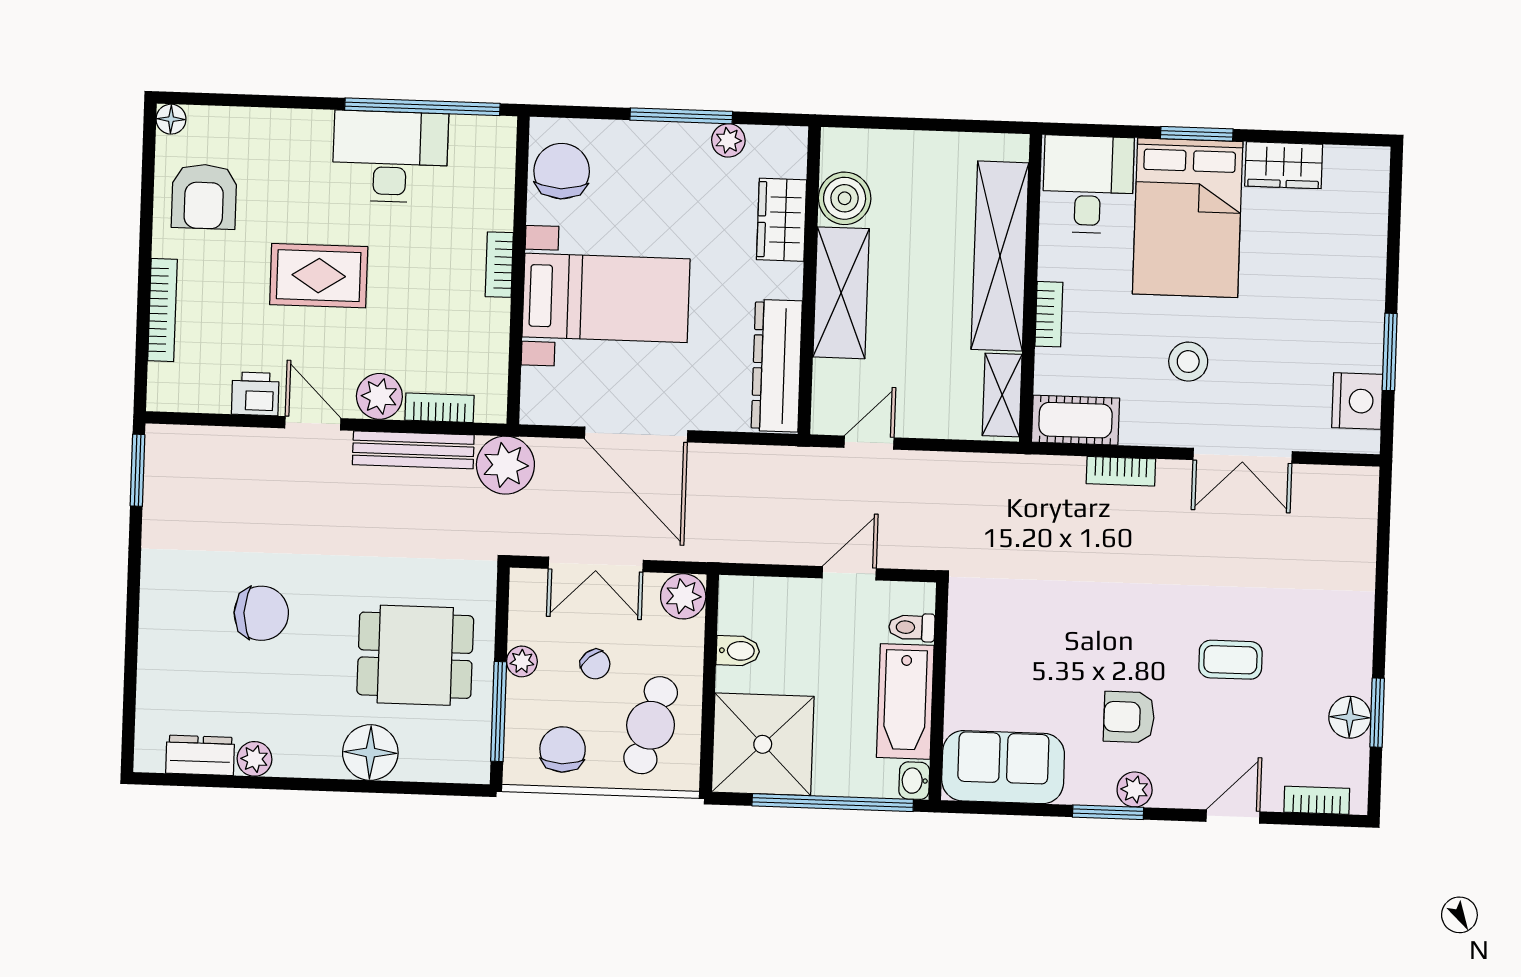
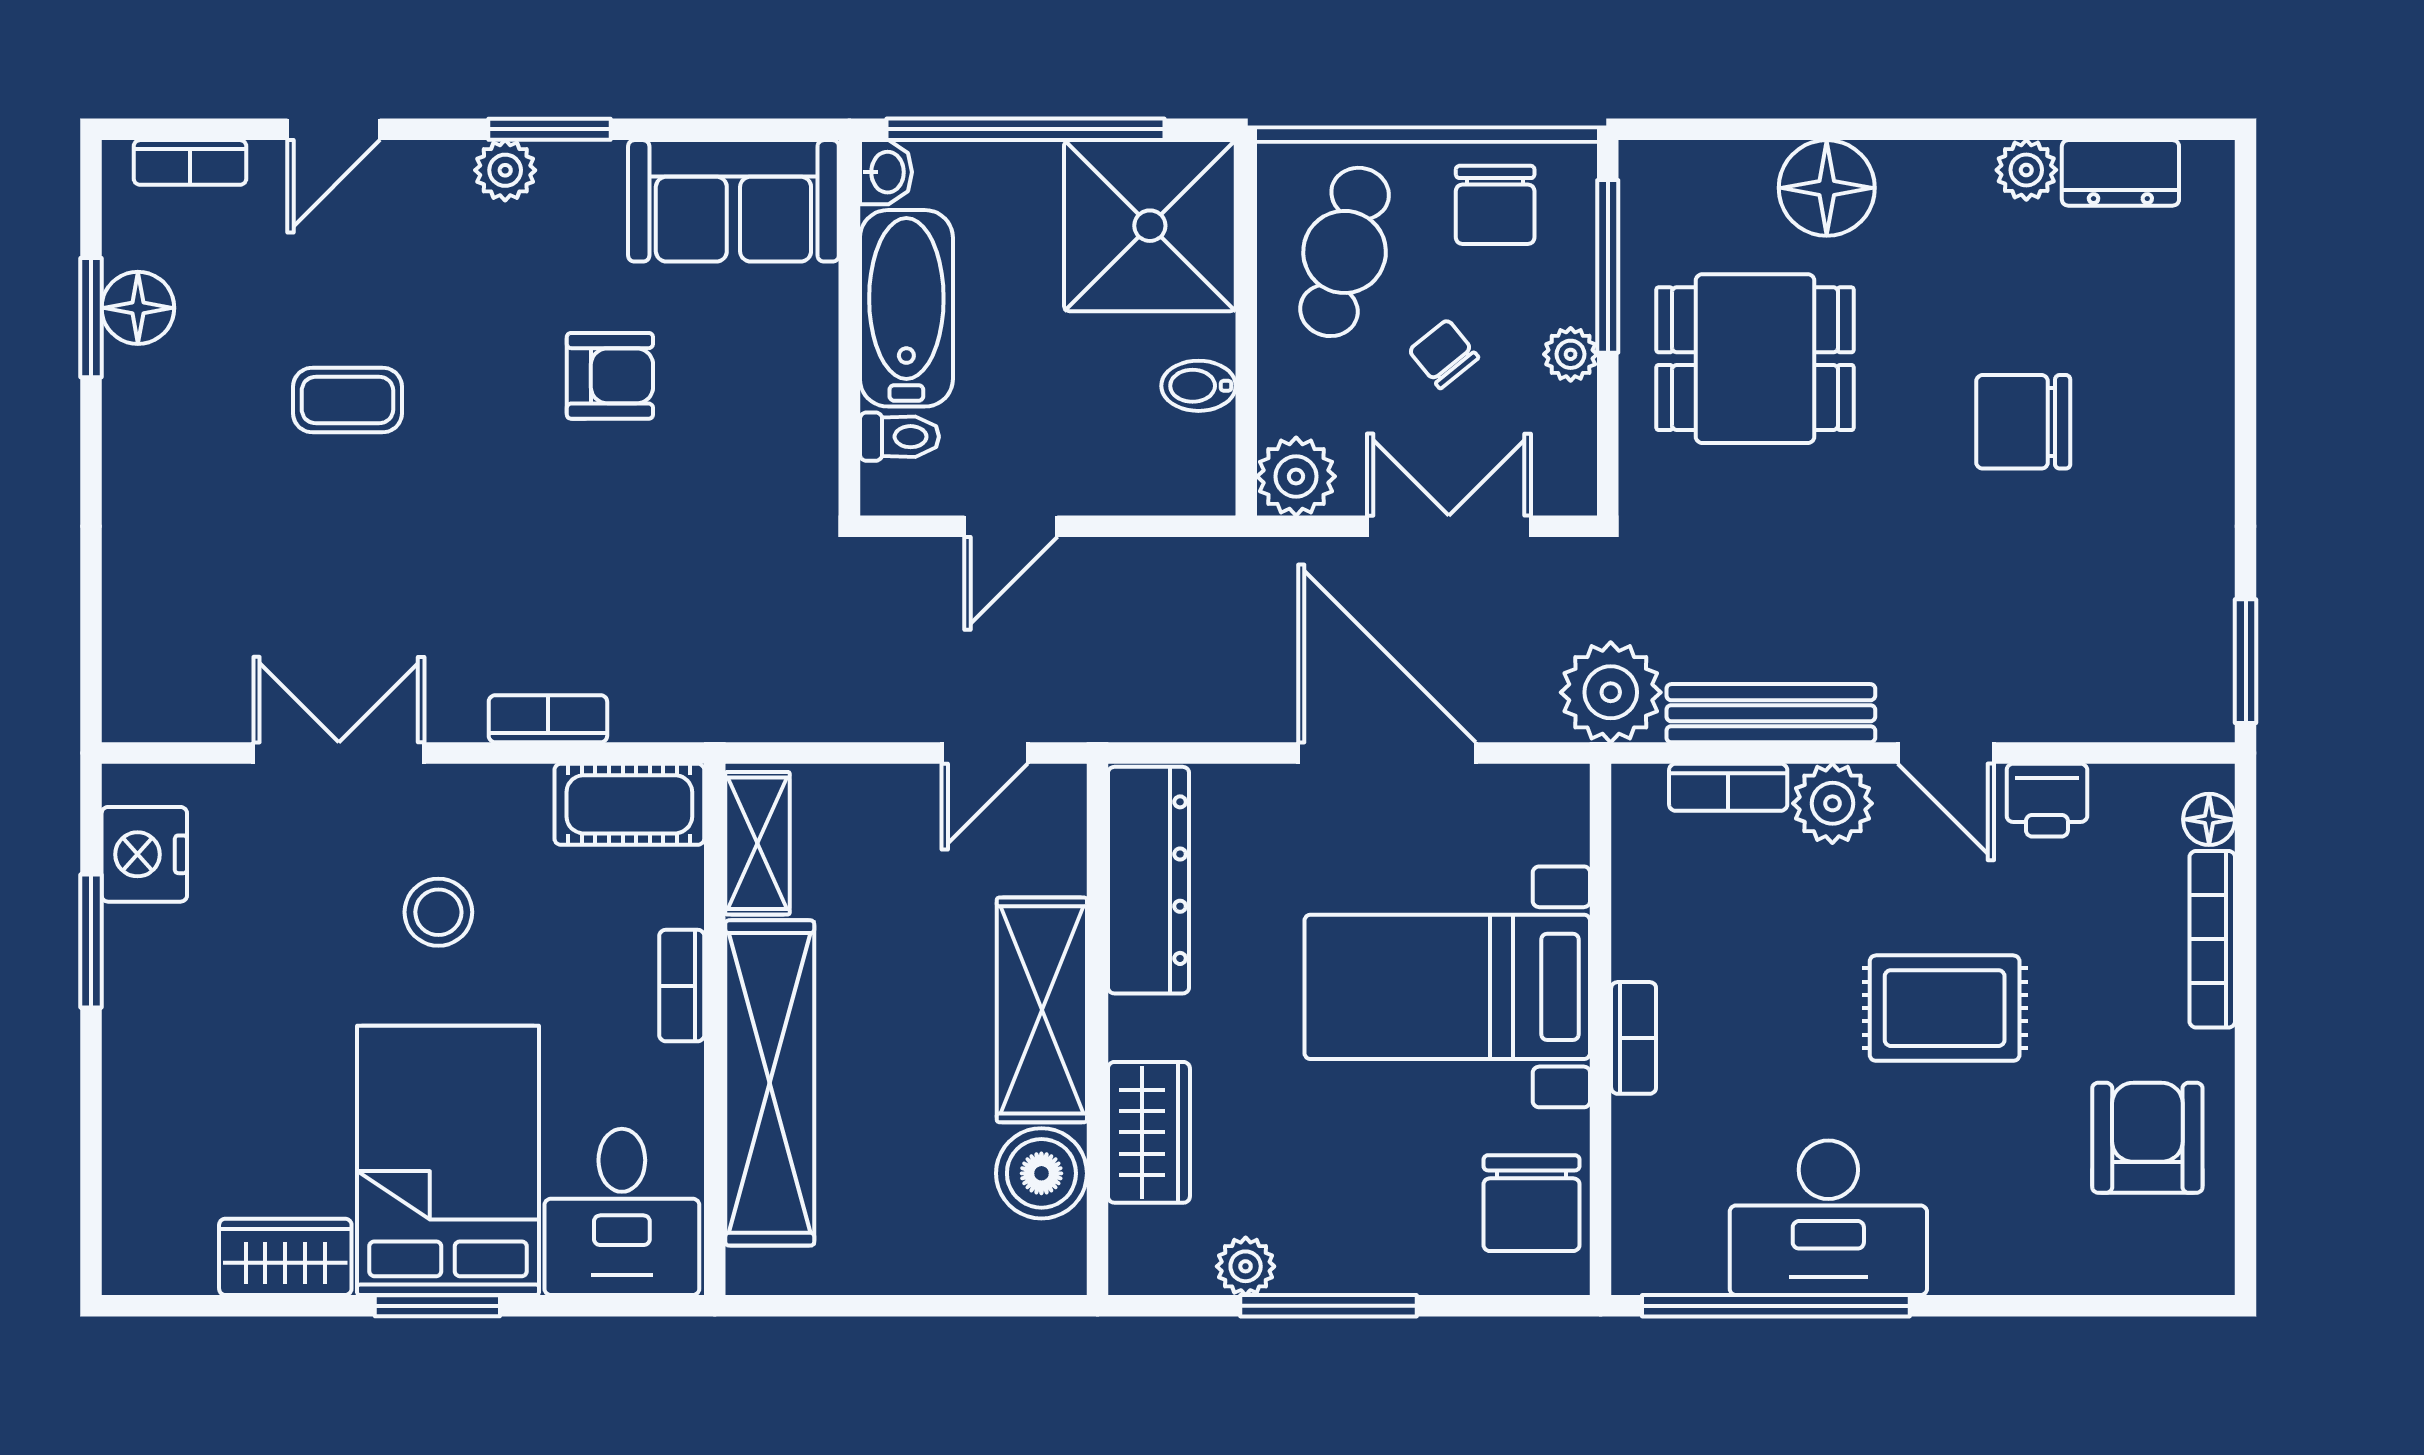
floor lamp: (171, 119) -> (2209, 819), moved
armchair: (1129, 717) -> (610, 376), moved

